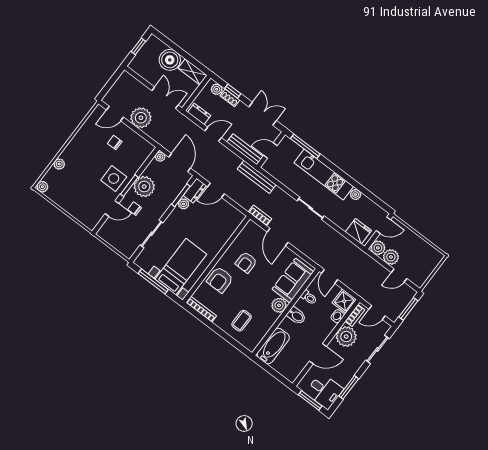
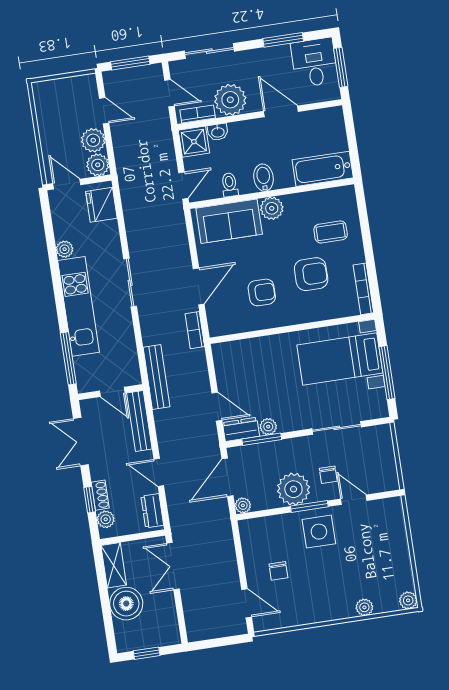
plant: (141, 118) -> (222, 570), removed
armchair: (220, 280) -> (311, 274), moved

